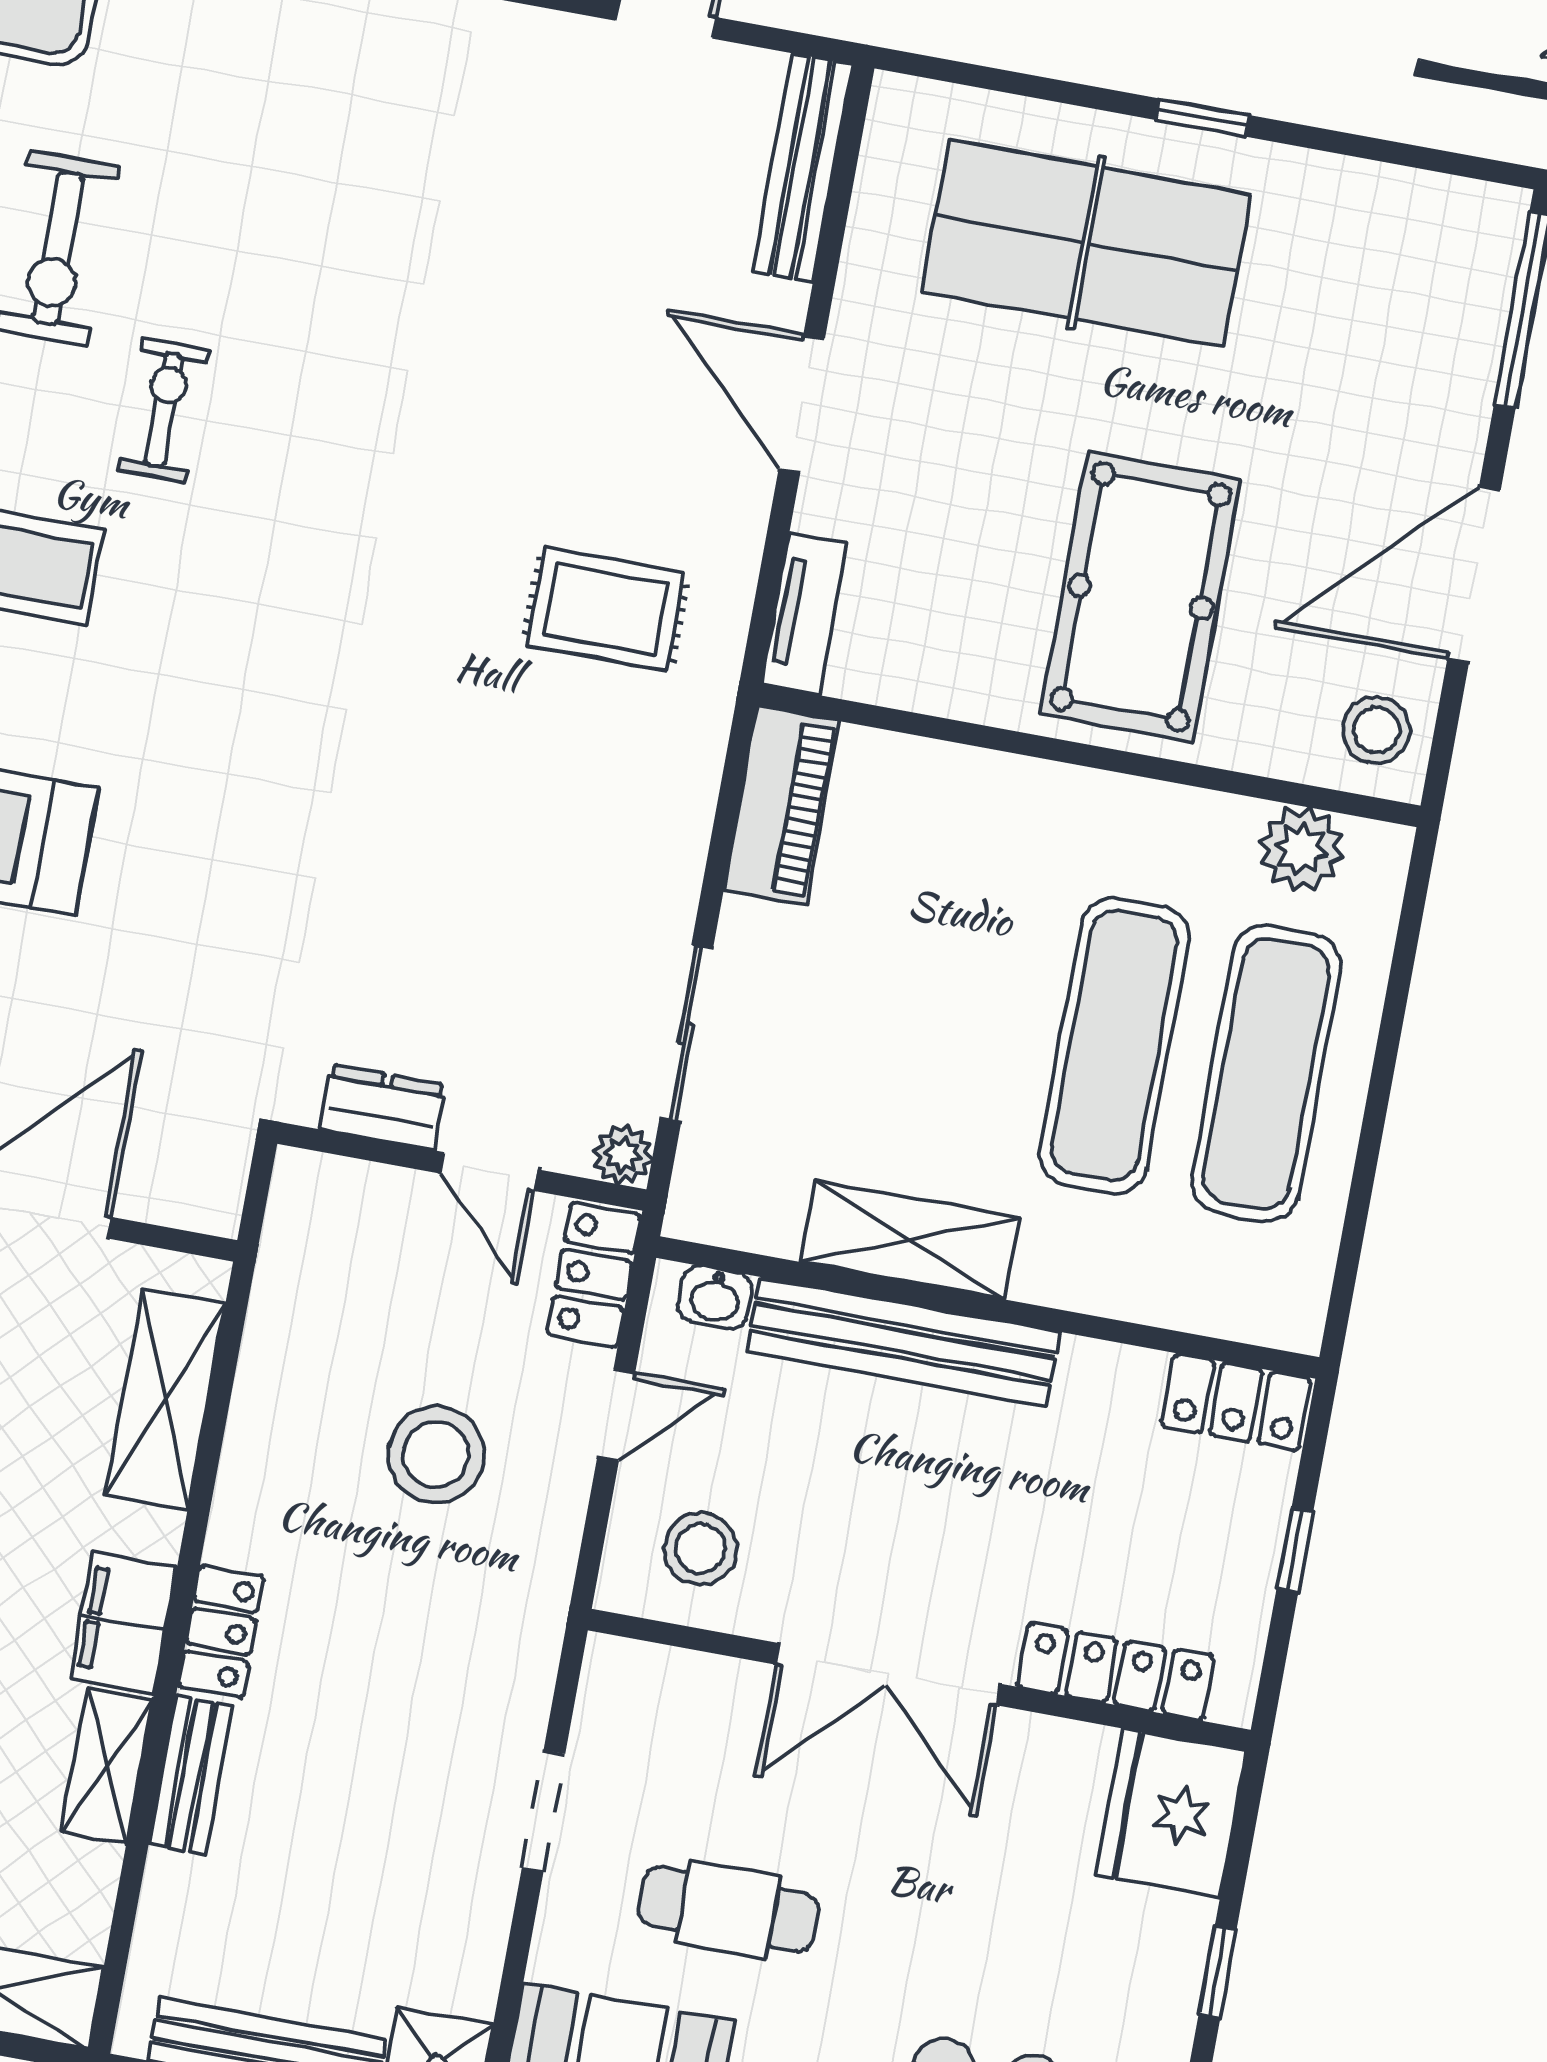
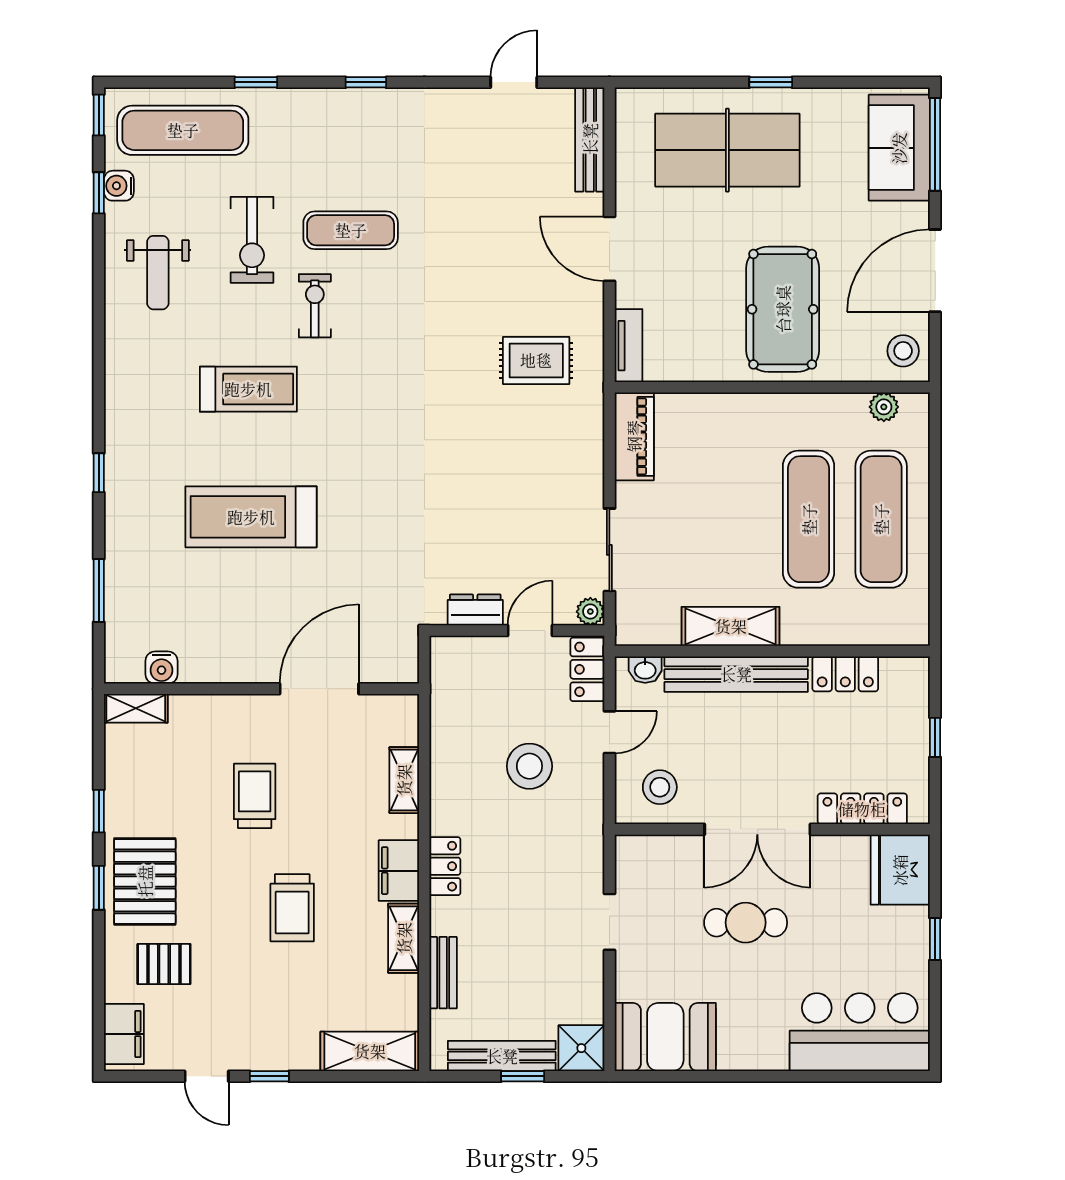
exercise mat: (268, 266) -> (351, 230), added
sofa: (1446, 304) -> (899, 148), added
plant: (1301, 849) -> (884, 407), width x0.73, depth x0.73
door: (489, 1172) -> (530, 631), swing flipped
shelving: (165, 1399) -> (404, 780), width x0.67, depth x0.75
locker: (1236, 1402) -> (845, 674), moved
bench: (191, 1775) -> (443, 973), moved
cafe table: (728, 1909) -> (746, 923), moved

